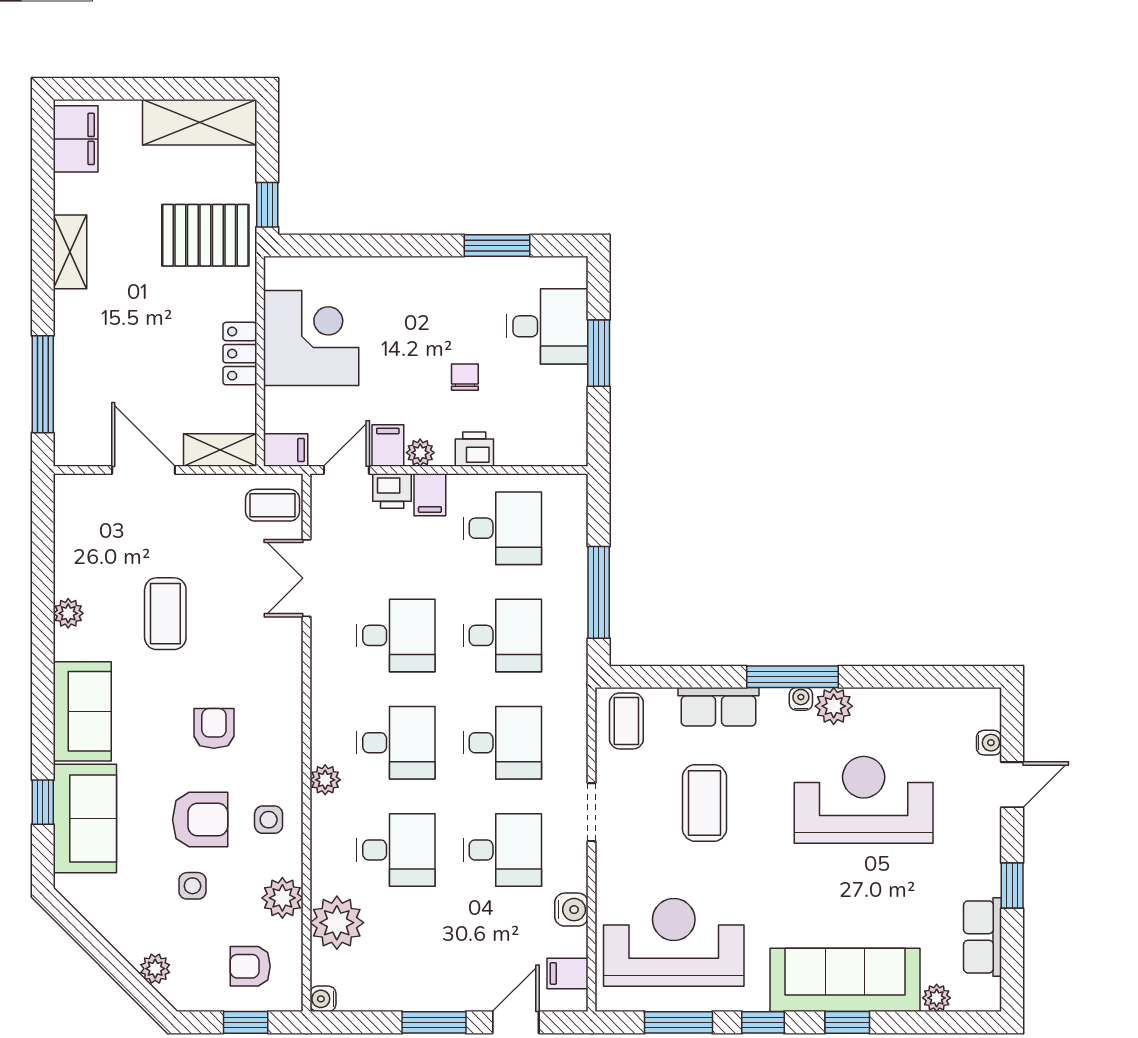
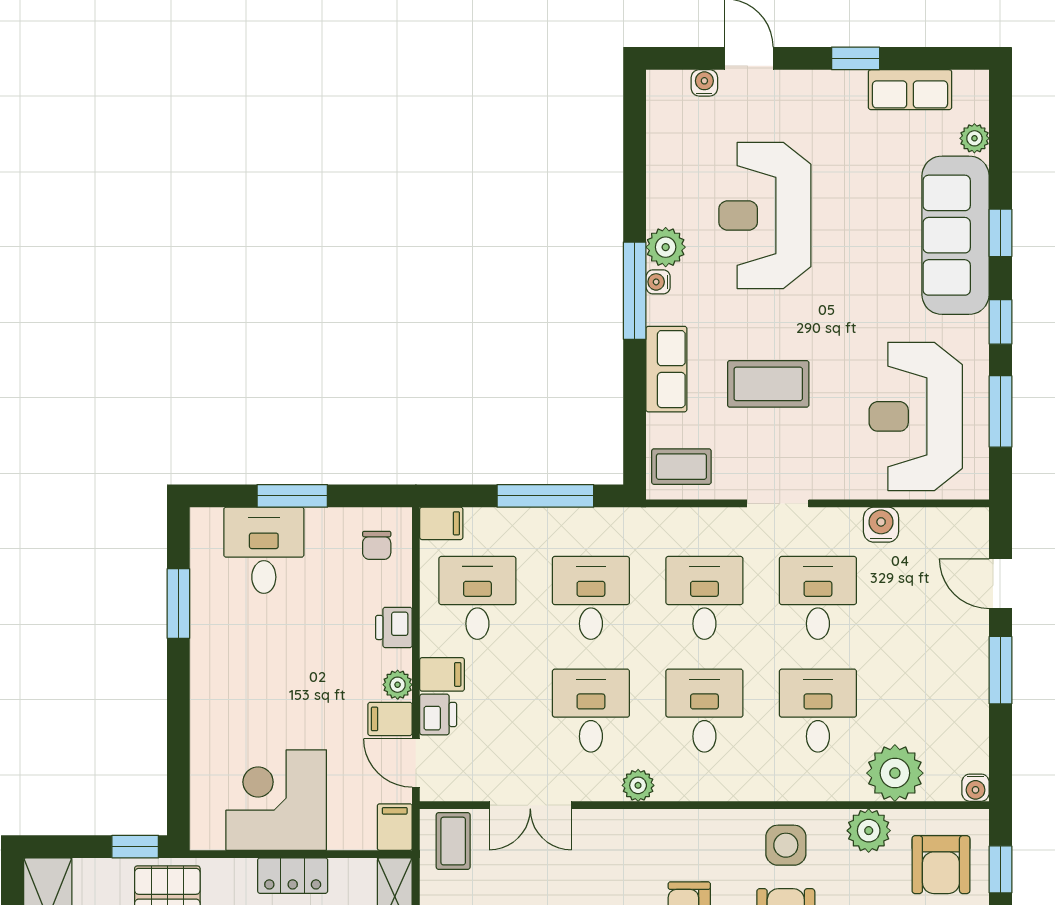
chair: (465, 377) -> (377, 545), moved, turned -90
plant: (325, 780) -> (638, 785), moved
side table: (269, 820) -> (786, 845), width x1.37, depth x1.37
armchair: (250, 966) -> (941, 865), width x1.38, depth x1.38
filing cabinet: (568, 973) -> (441, 523), moved, turned -90

